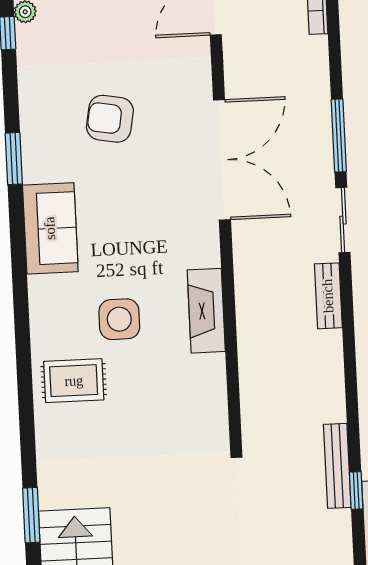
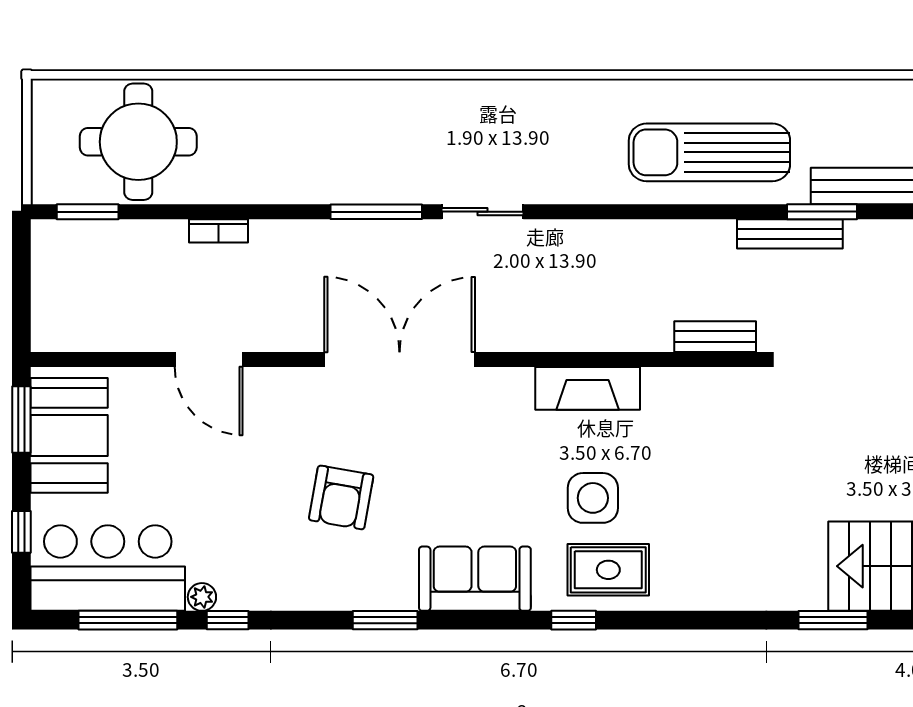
bench: (328, 296) -> (715, 337), moved
window: (21, 309) -> (574, 620), added
rug: (74, 381) -> (608, 570), moved, turned 90
window: (356, 491) -> (822, 212), width x1.50

